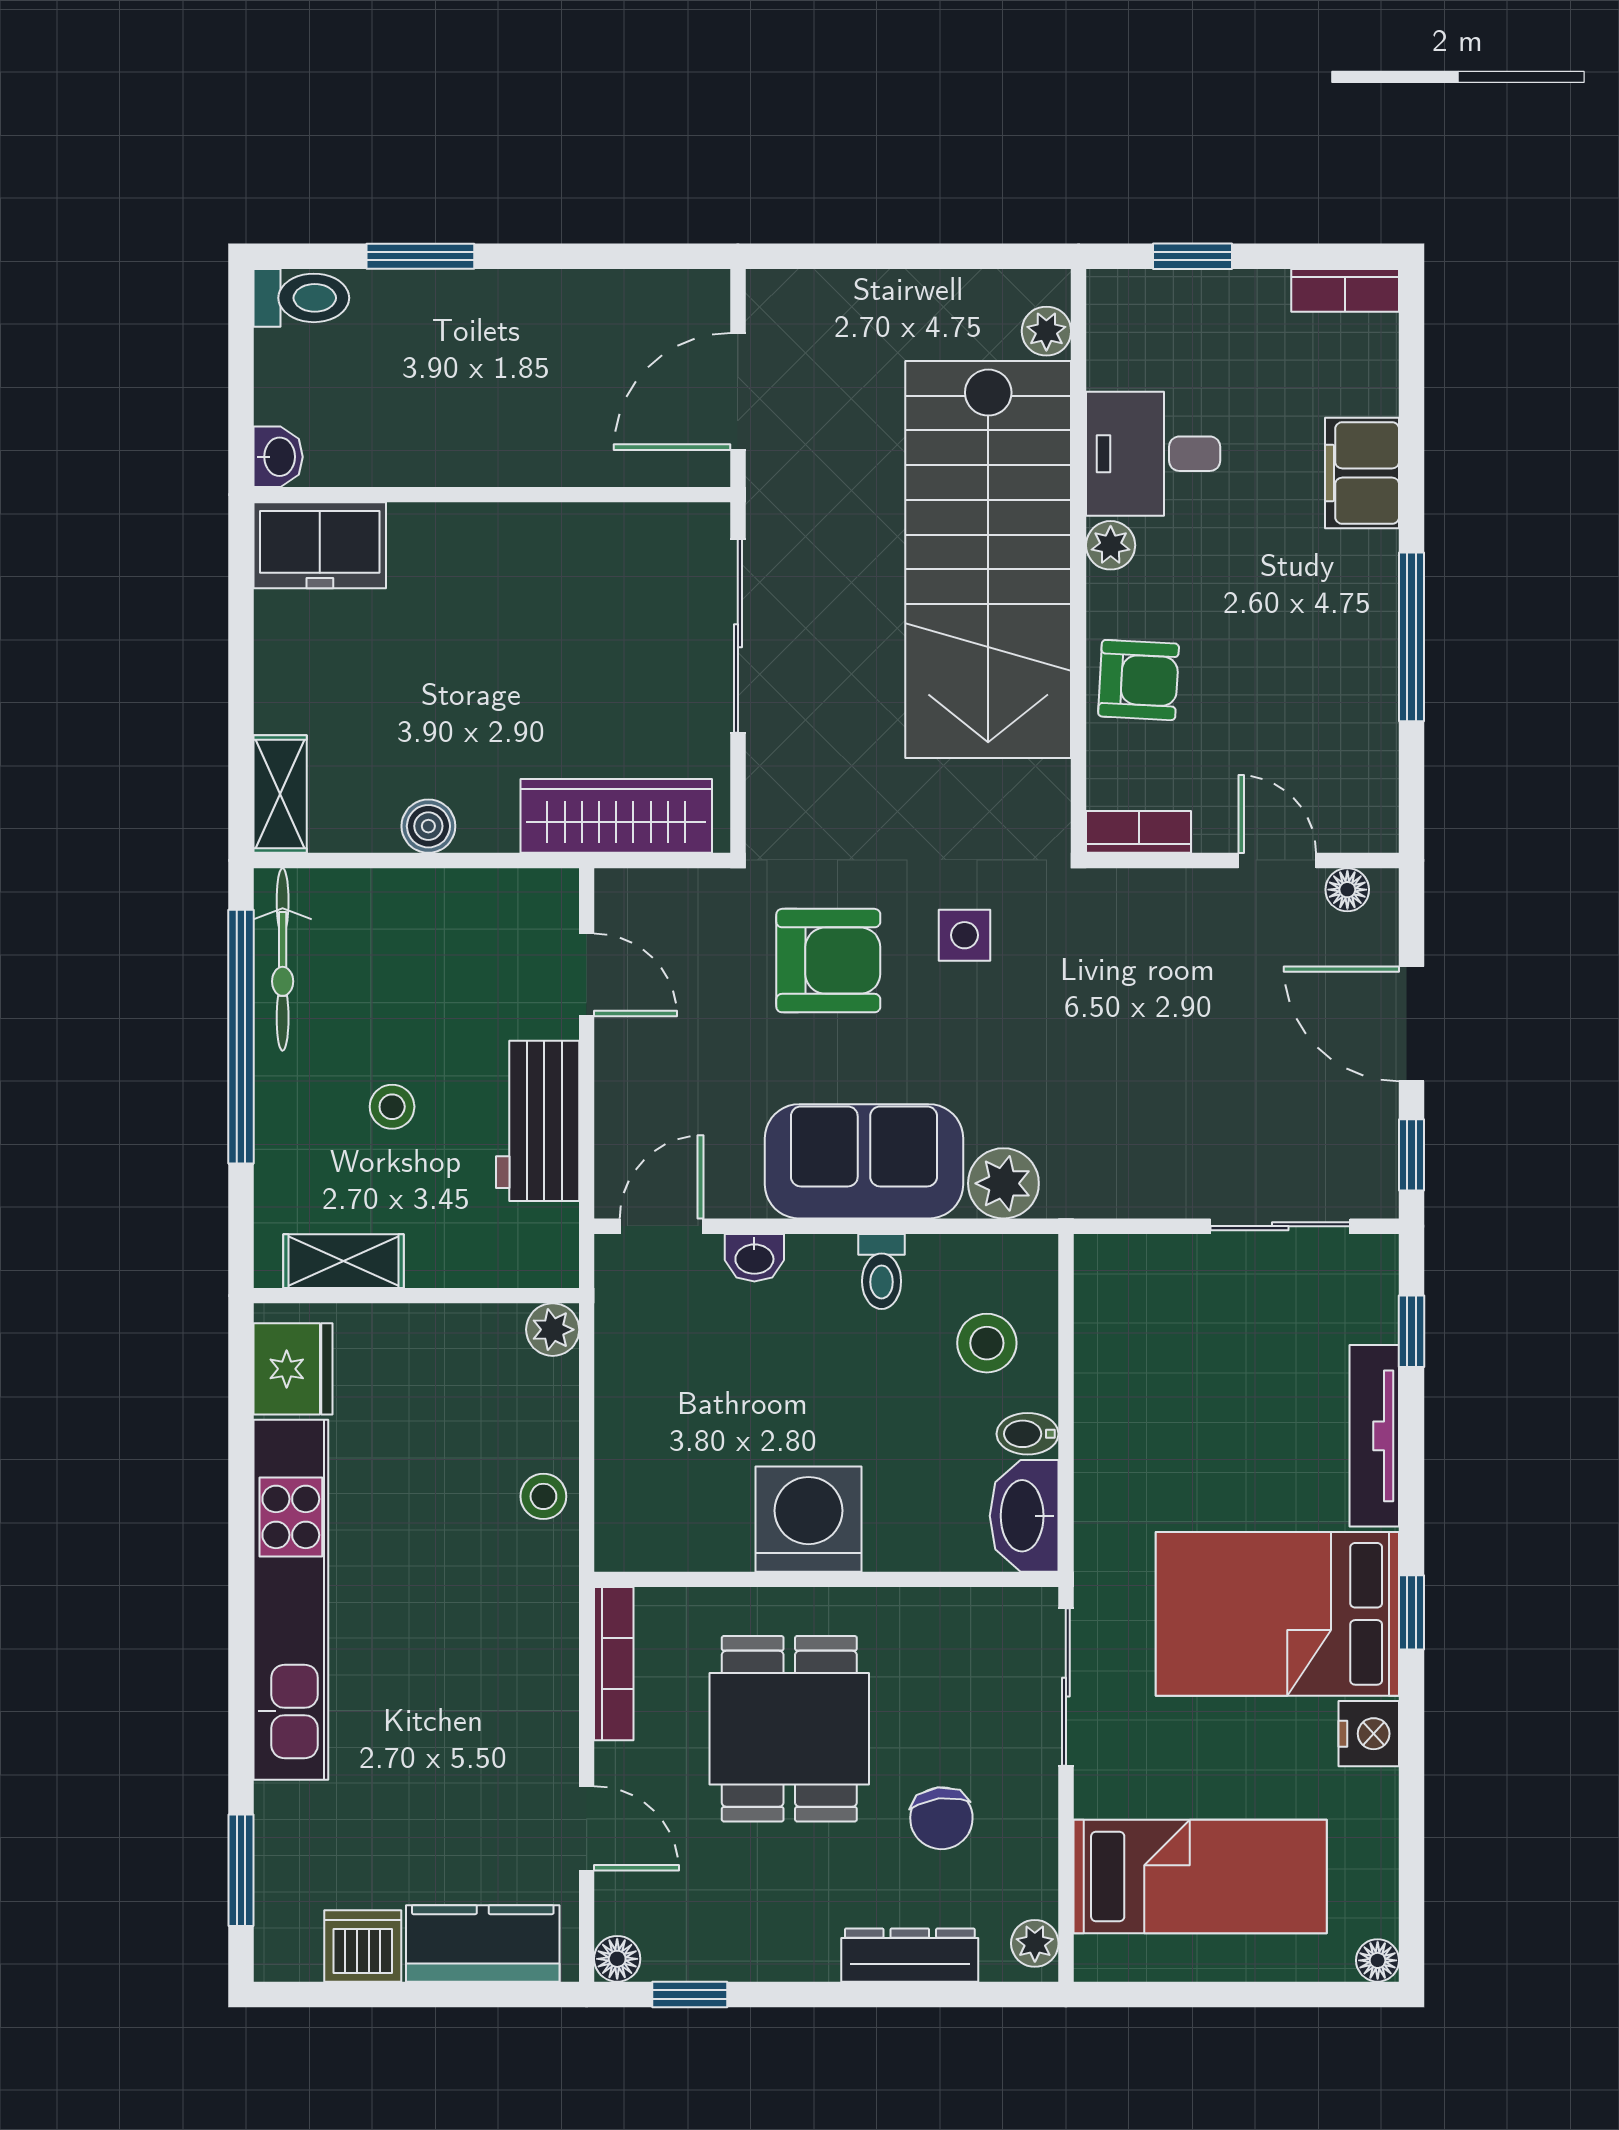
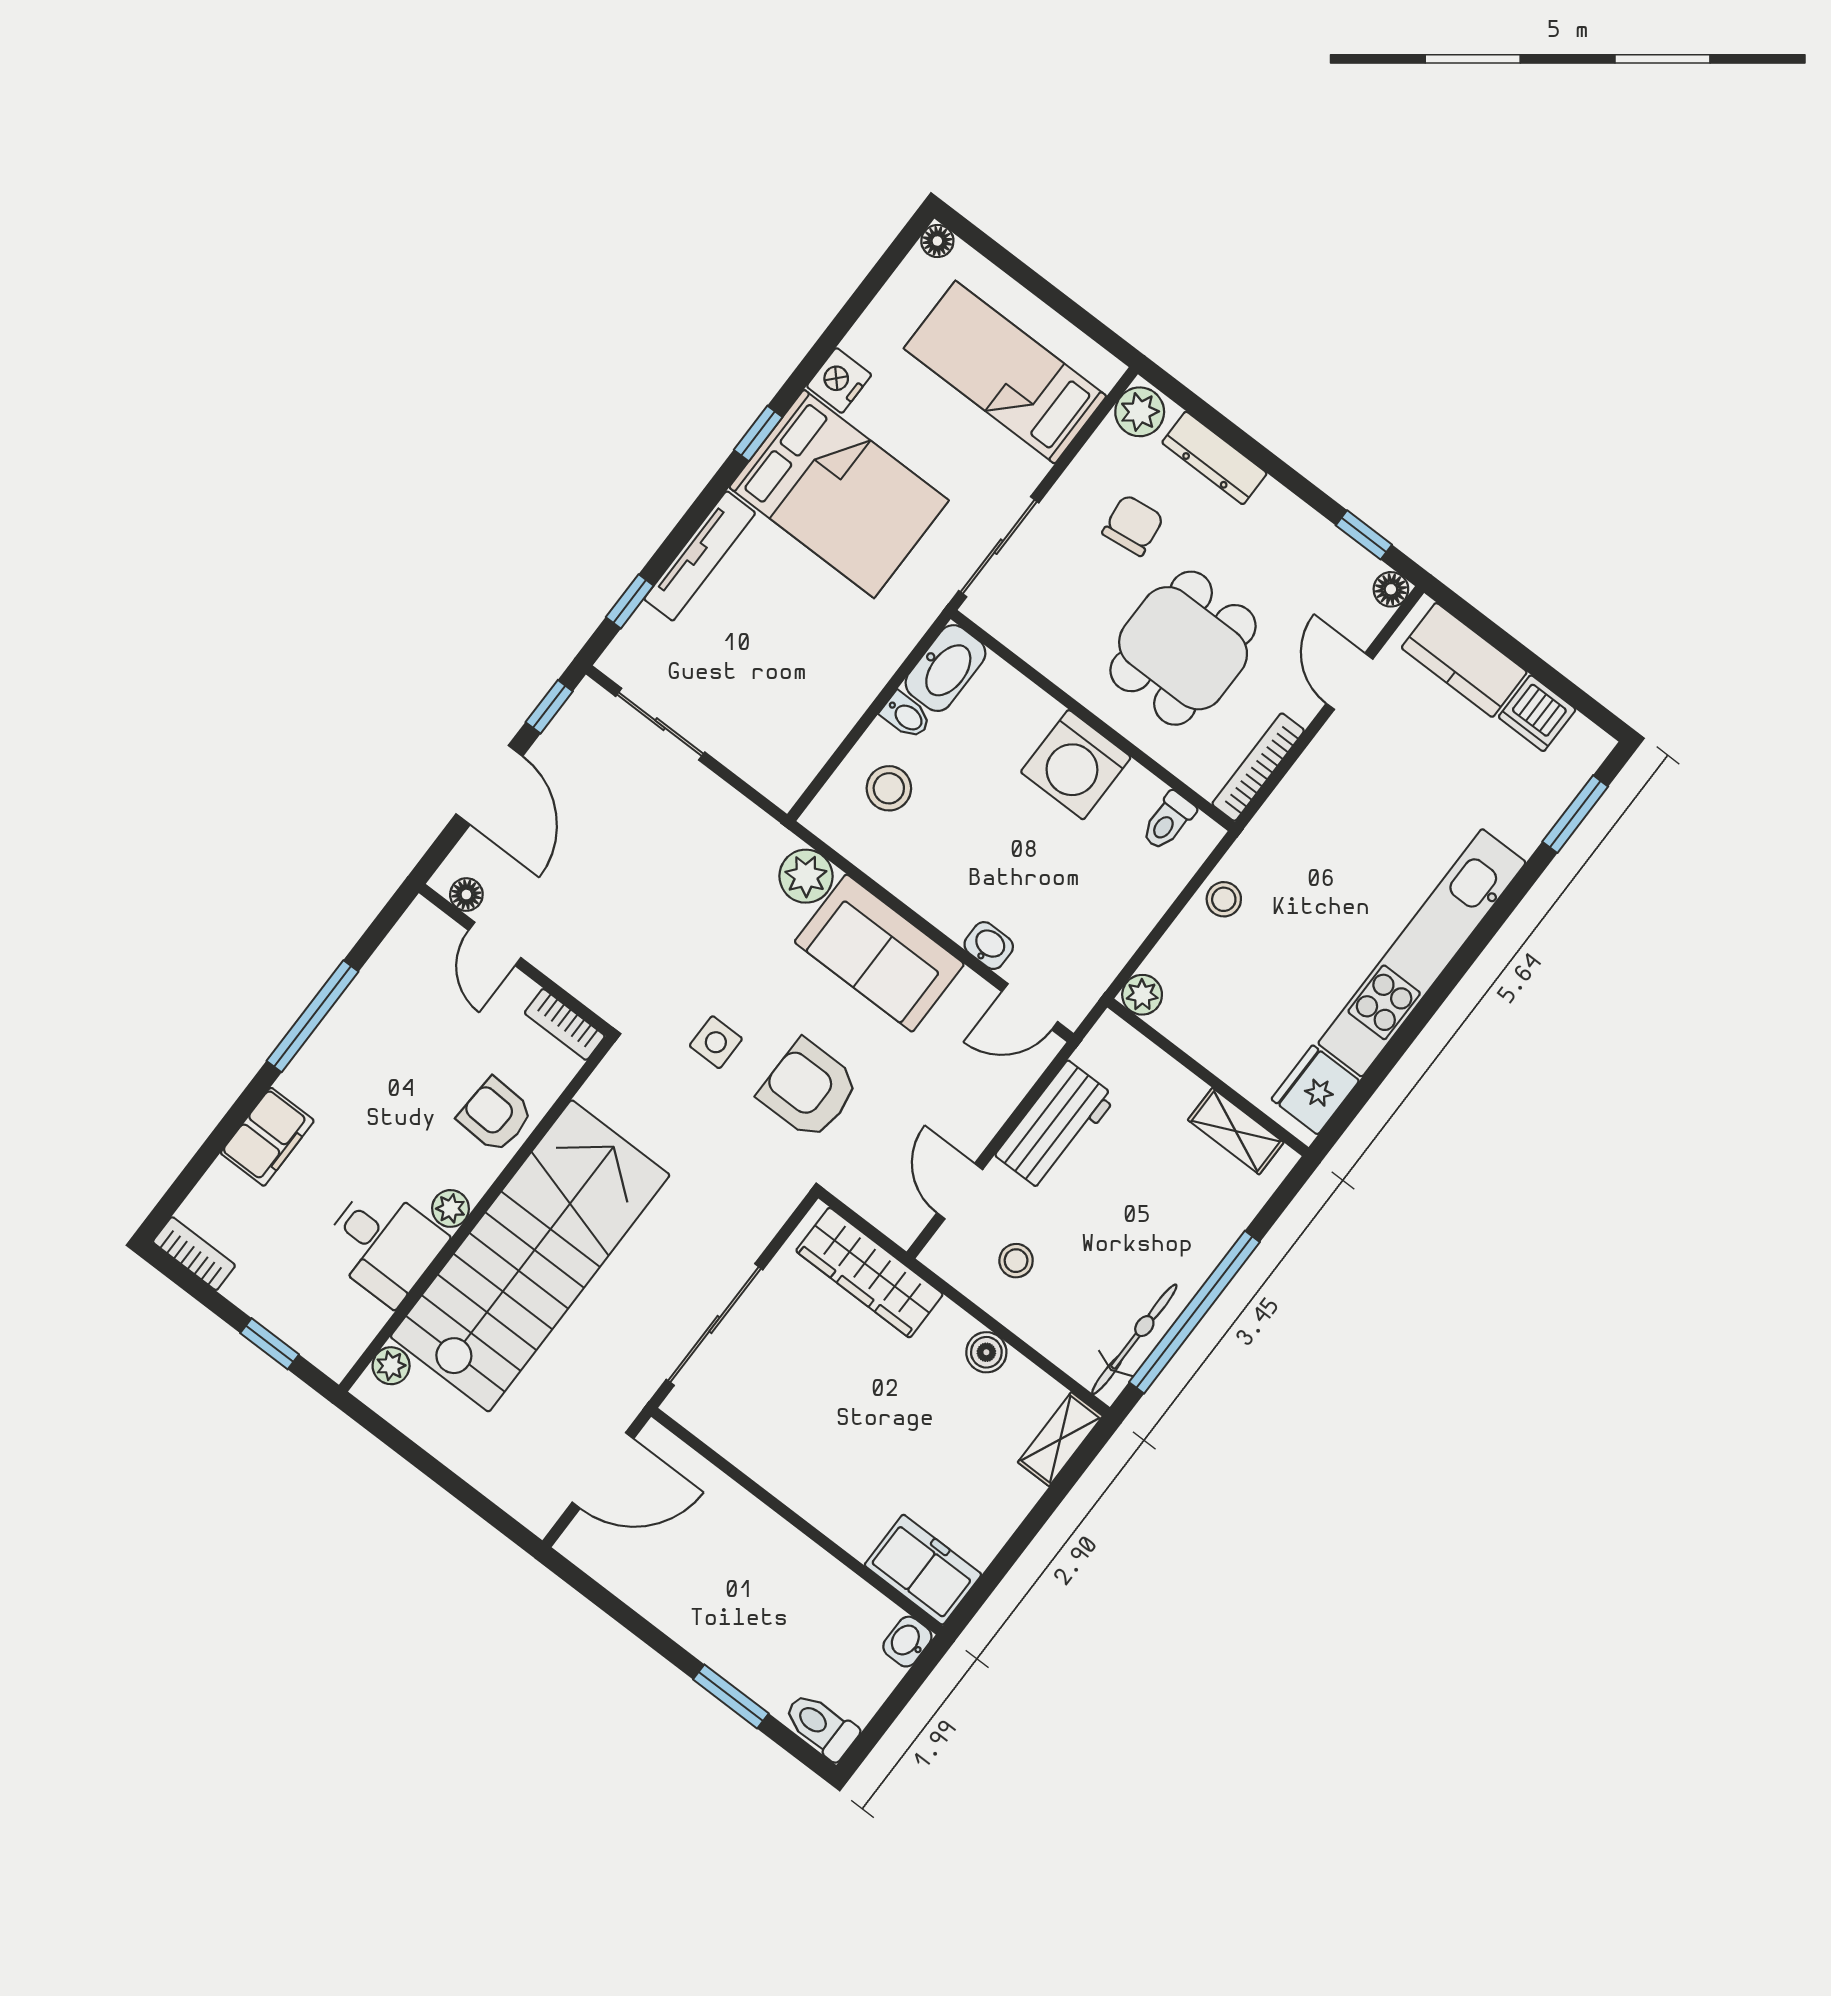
stool: (392, 1107) -> (1016, 1261), moved
toilet: (882, 1271) -> (1168, 821), moved, turned 180
plant: (1035, 1943) -> (1140, 412), width x1.38, depth x1.38

